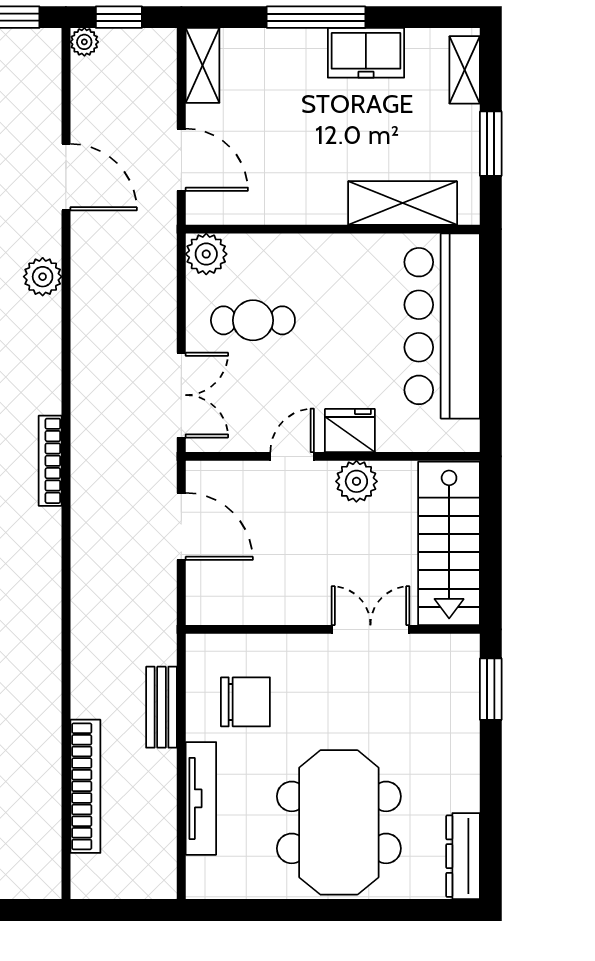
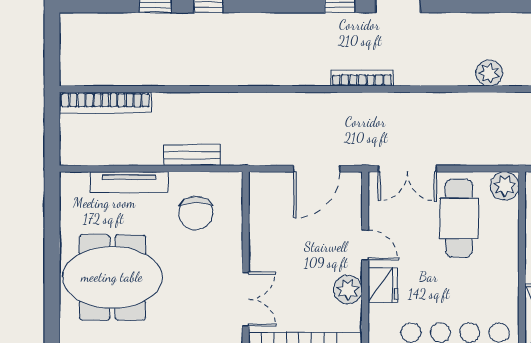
cafe table: (253, 320) -> (459, 218), width x1.37, depth x1.35
bookcase: (85, 786) -> (105, 103), moved

